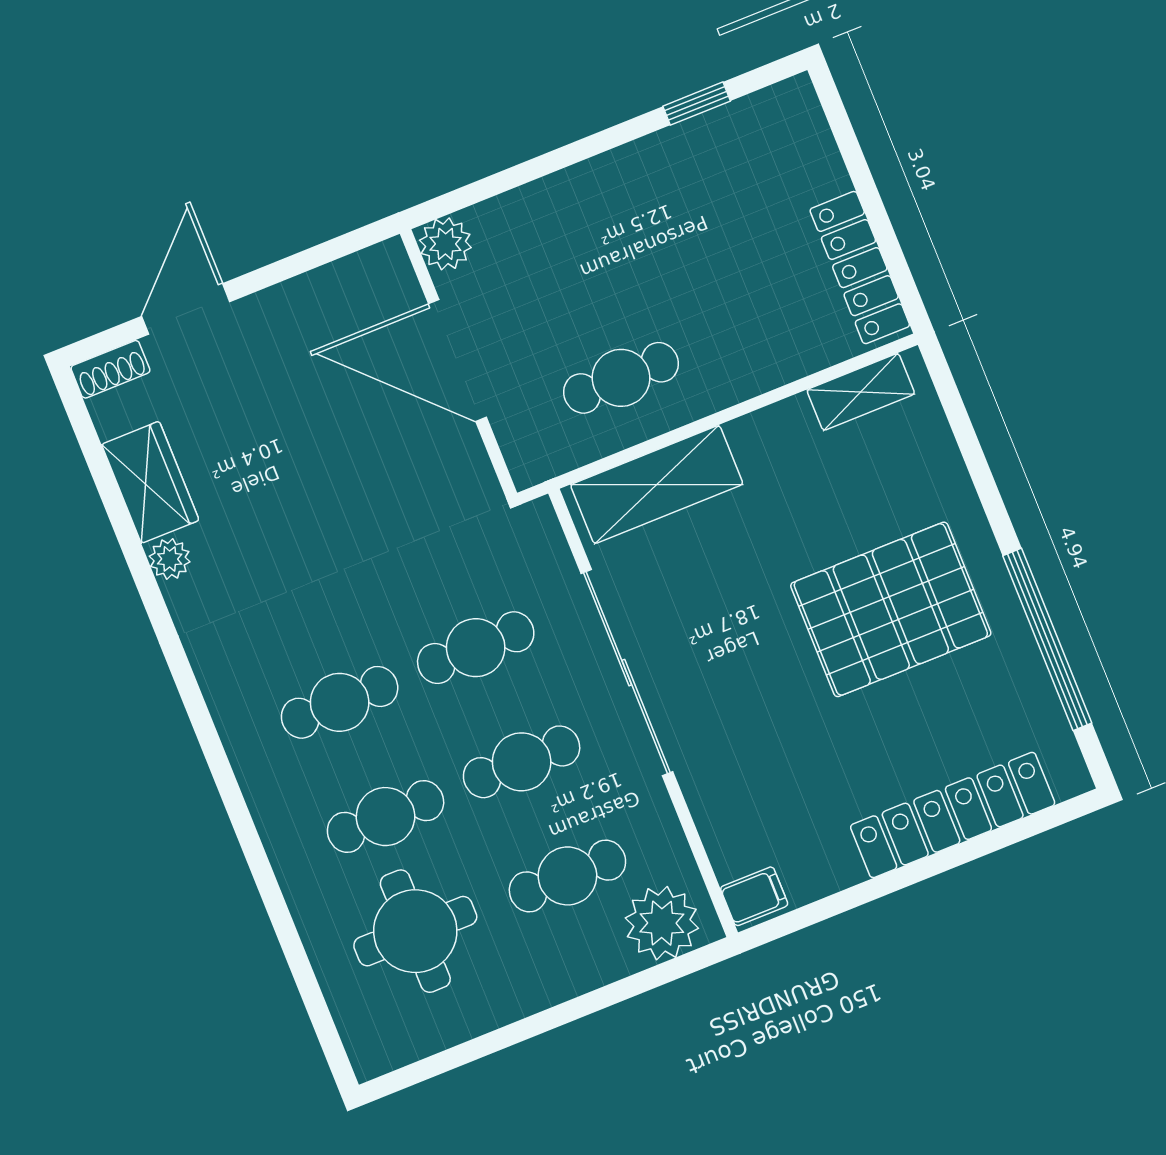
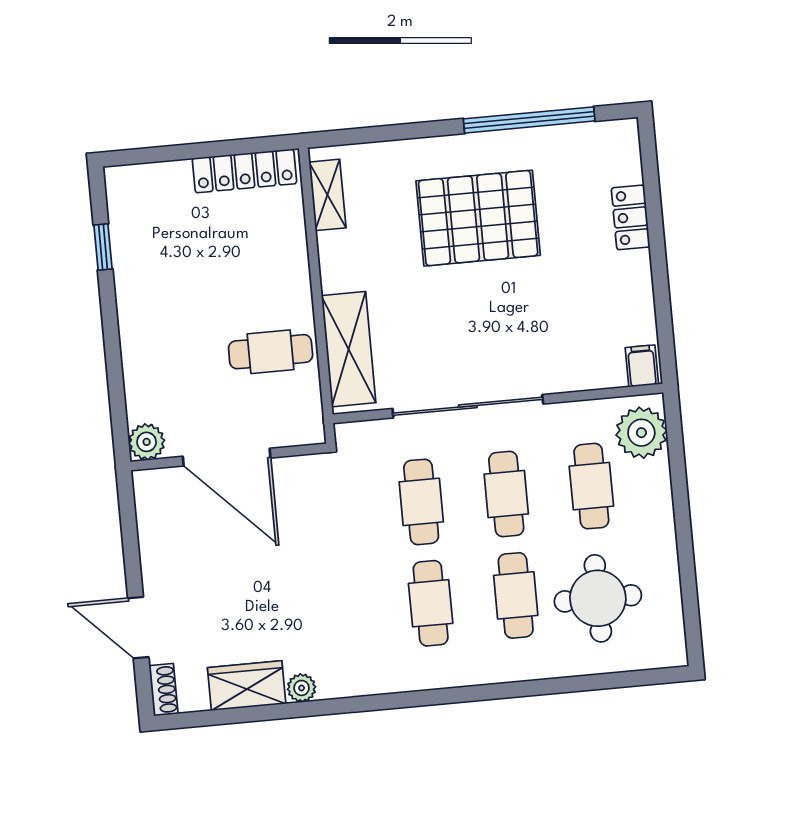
door: (457, 361) -> (227, 457), hinge flipped
cafe table: (621, 378) -> (271, 352), turned 90
pallet: (891, 609) -> (478, 218), turned 90
locker: (953, 815) -> (631, 217), width x0.46, depth x0.83

